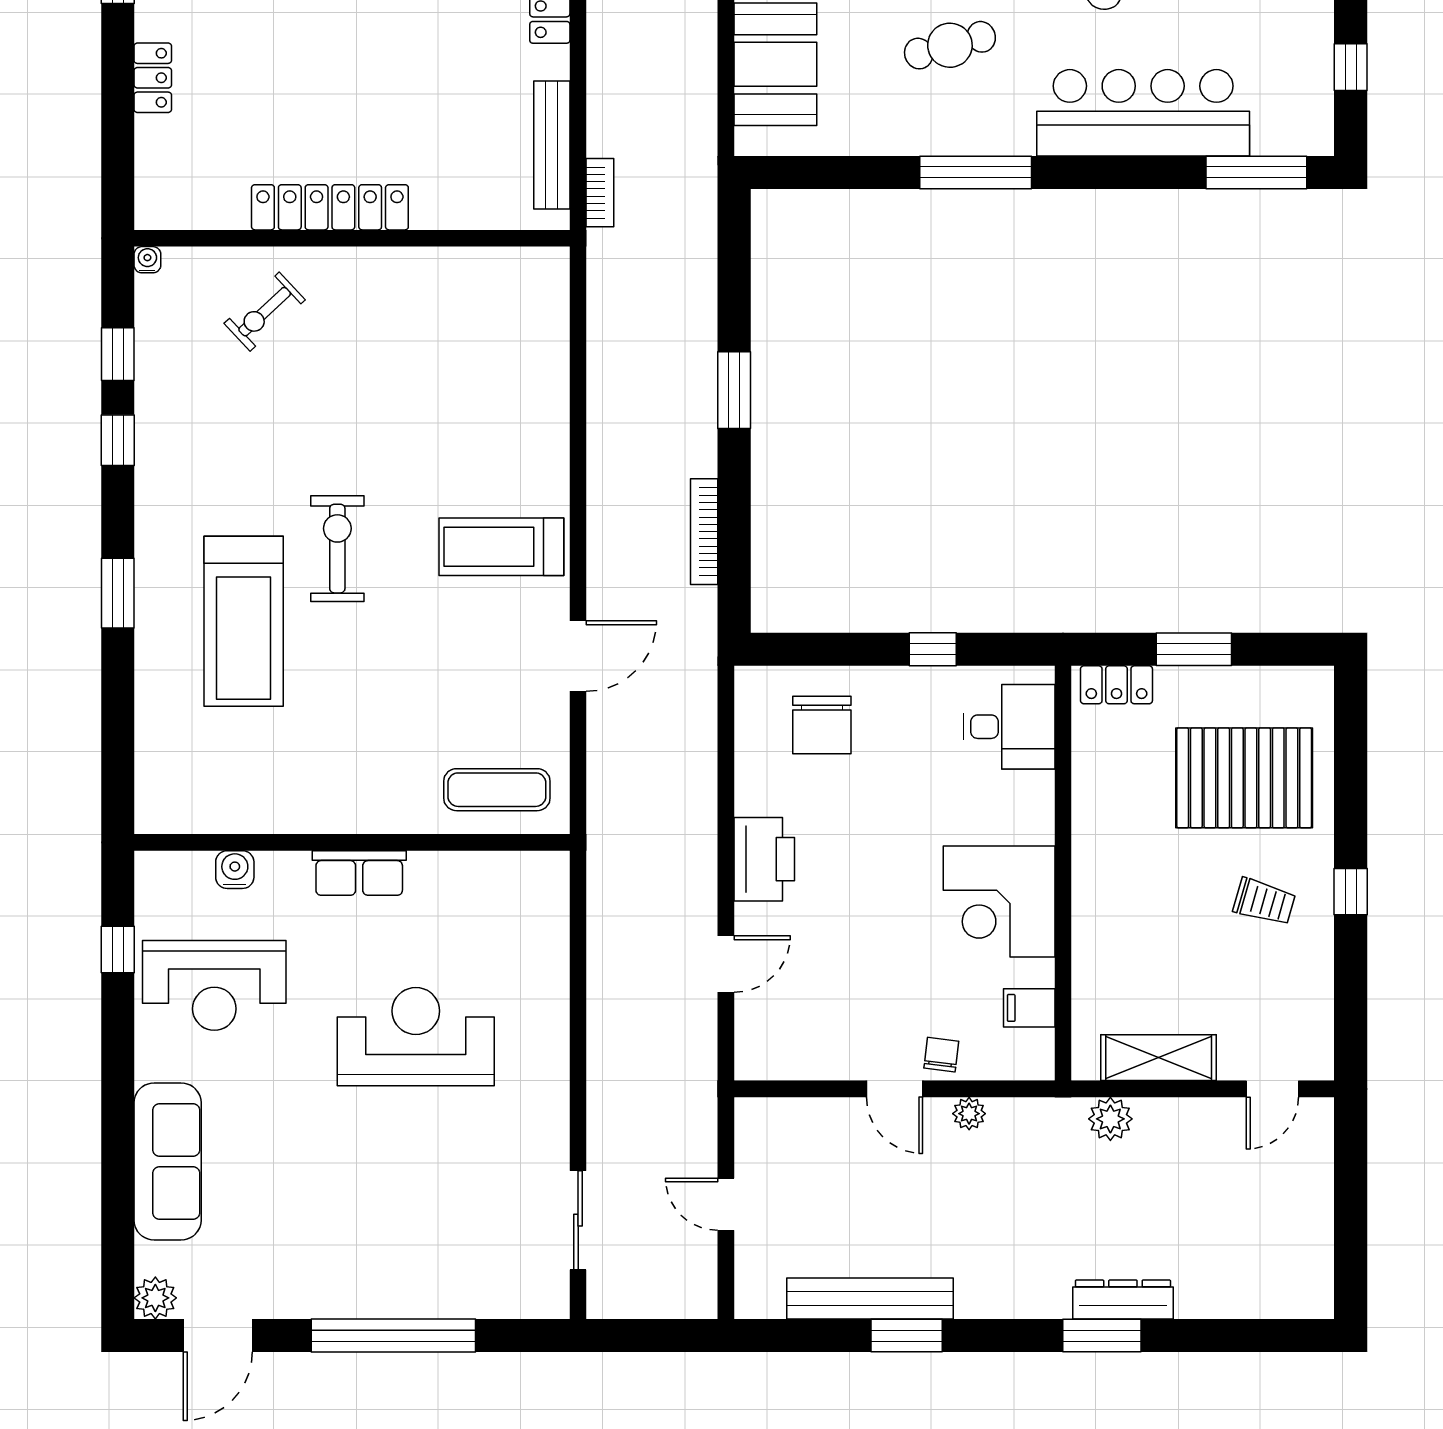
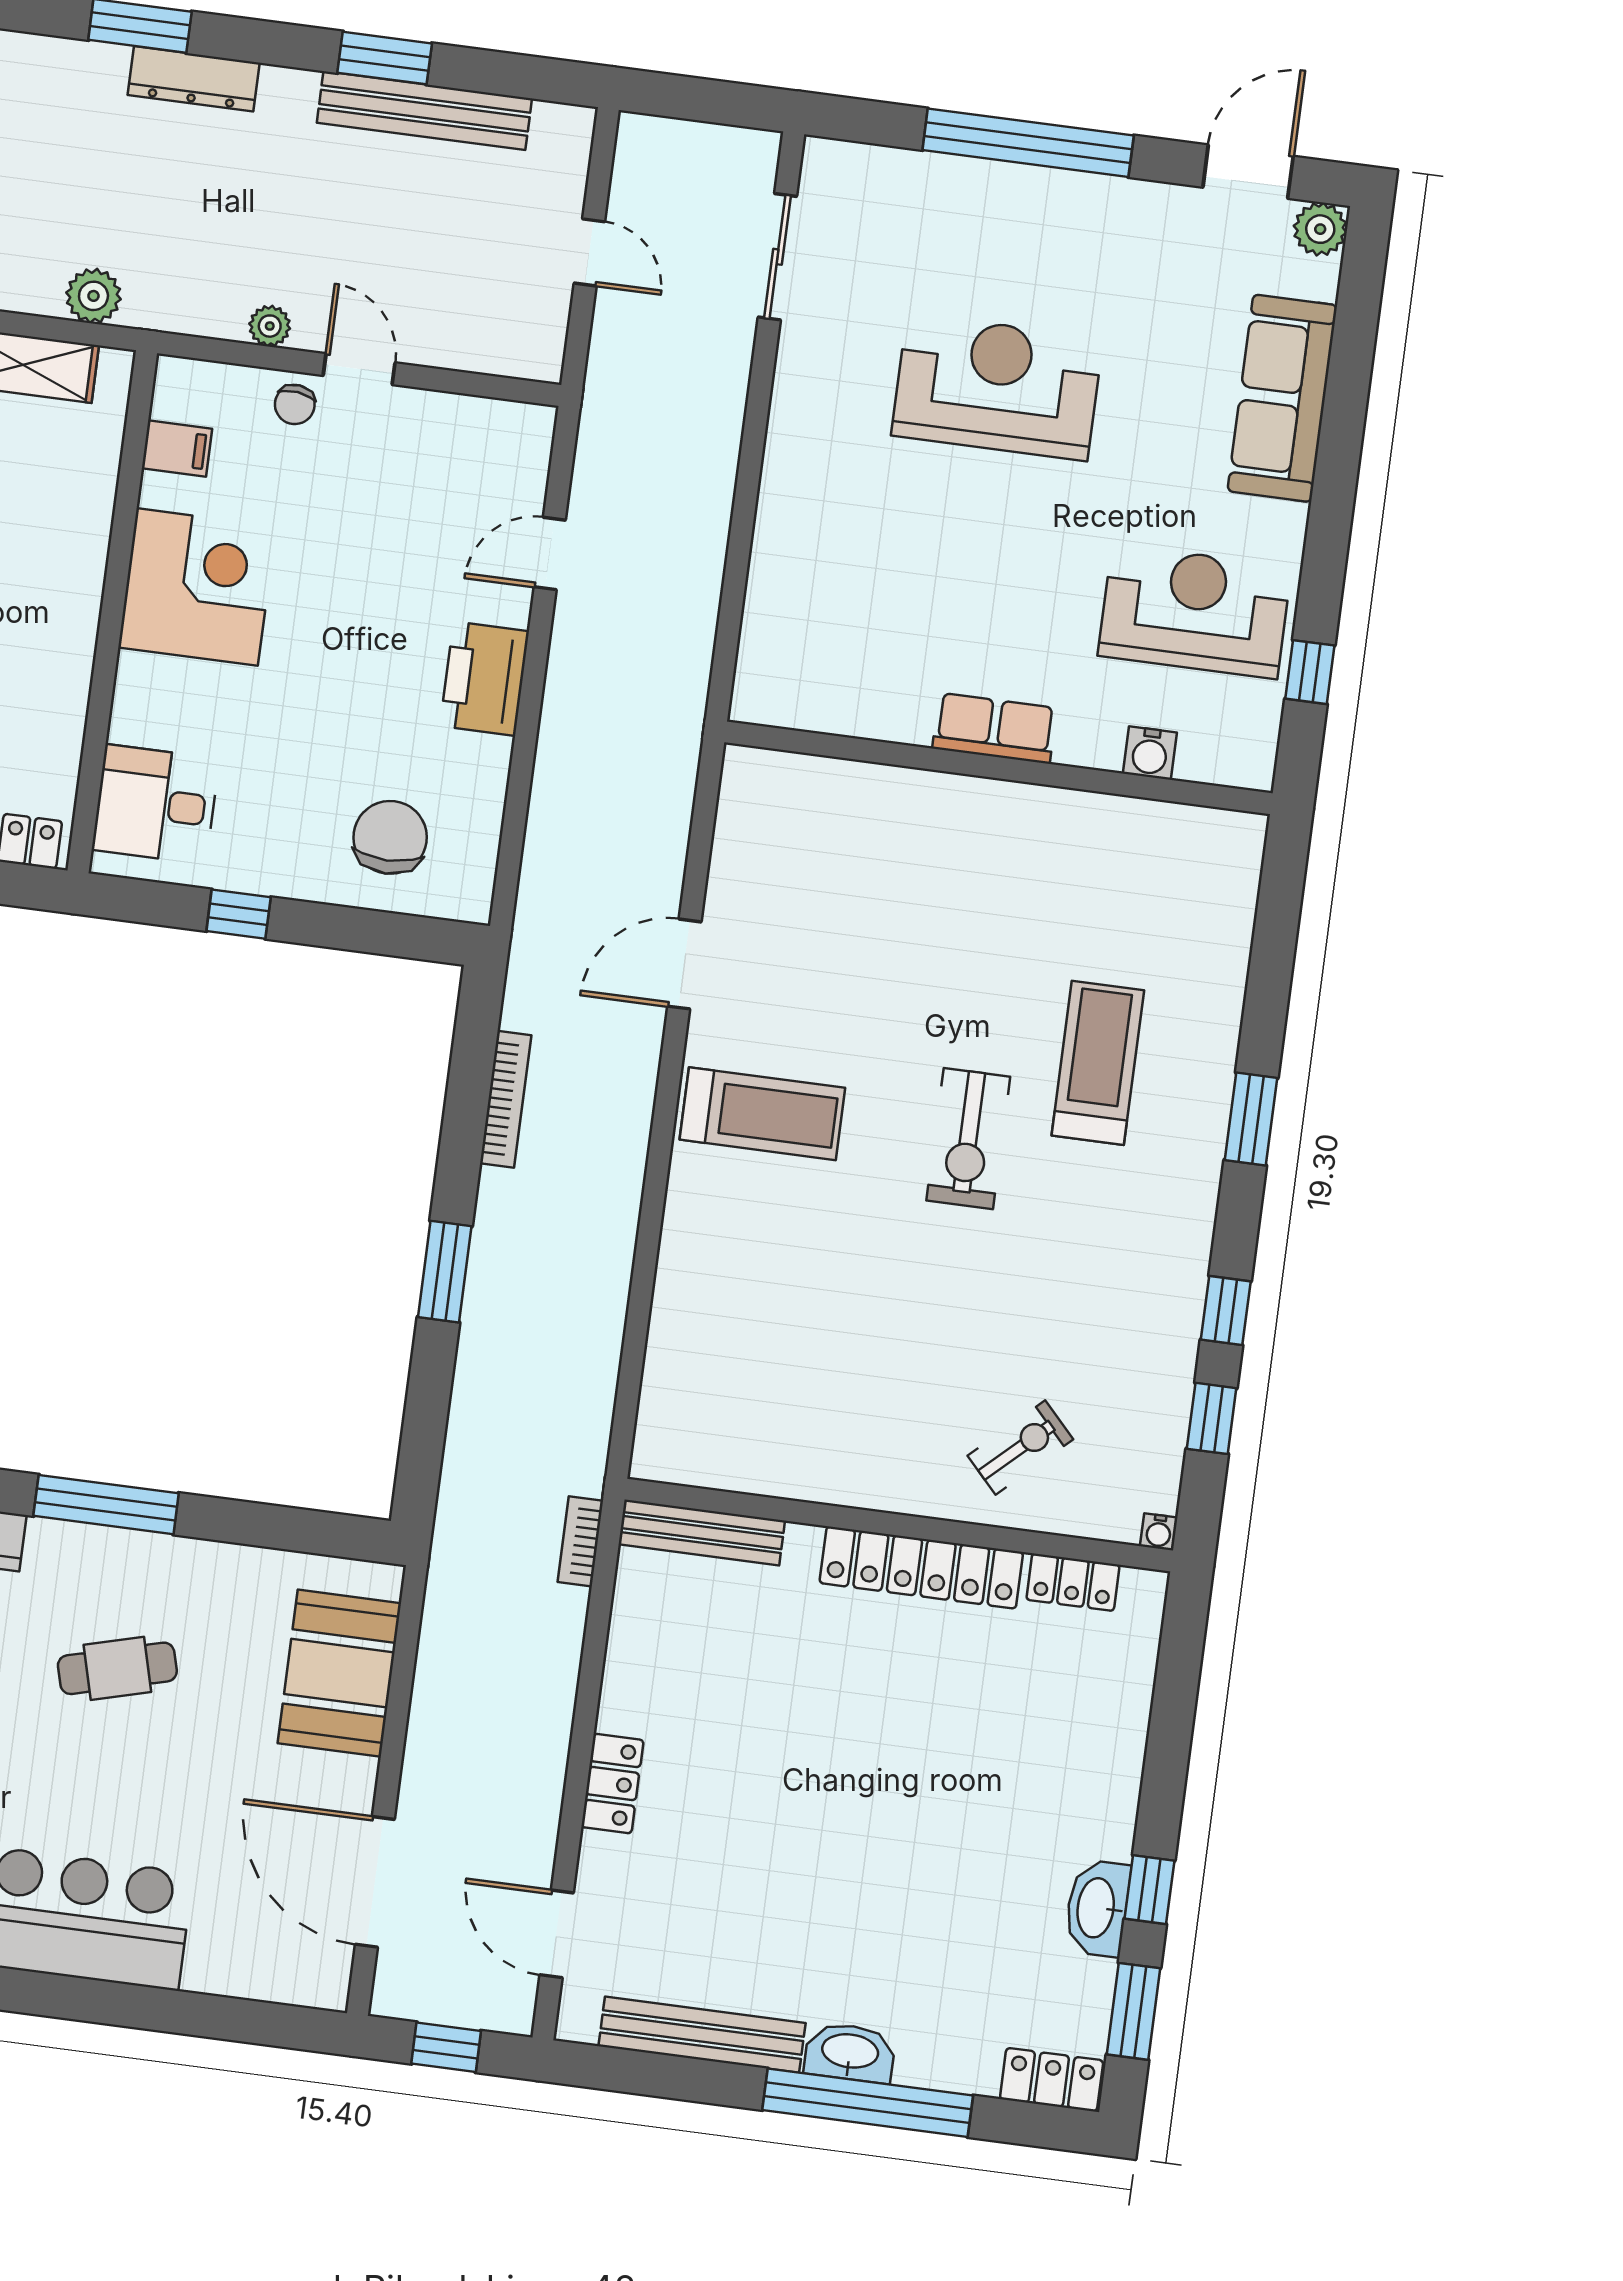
locker: (153, 78) -> (1073, 1582), moved, turned -90
bench: (552, 145) -> (702, 1533), moved, turned 90
treadmill: (244, 621) -> (1098, 1063), width x0.73, depth x0.73
exercise mat: (497, 790) -> (808, 810), removed
reception desk: (416, 1037) -> (997, 387), moved, turned 180
dresser: (1123, 1300) -> (194, 79), moved

